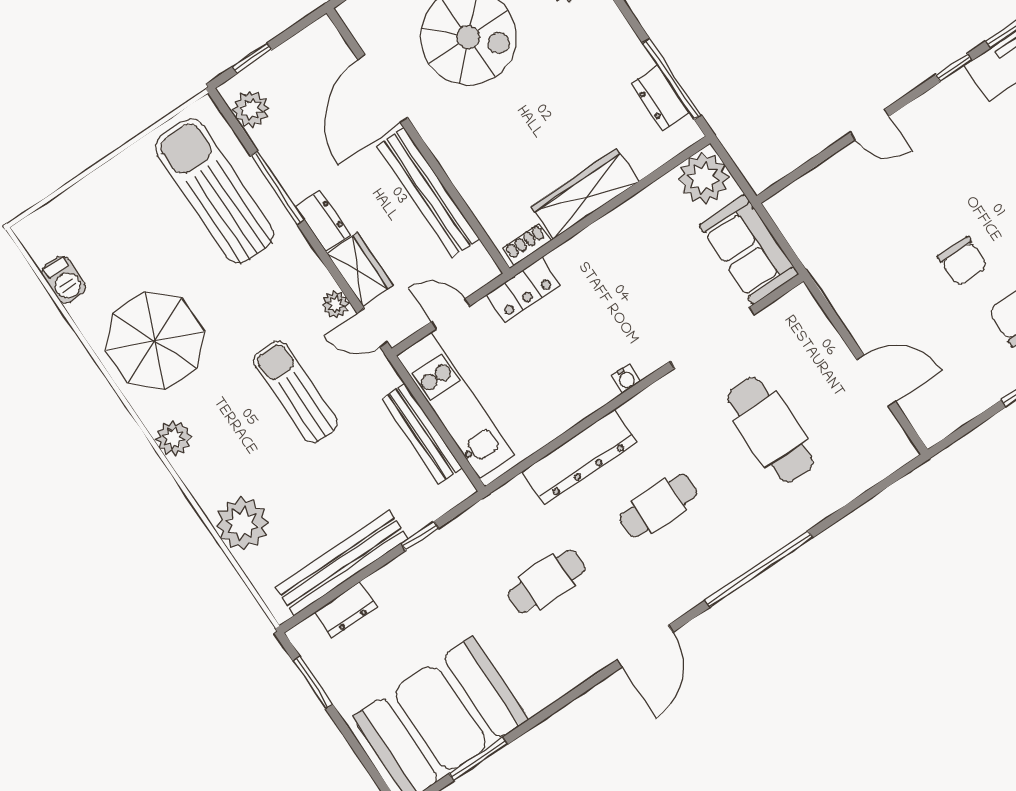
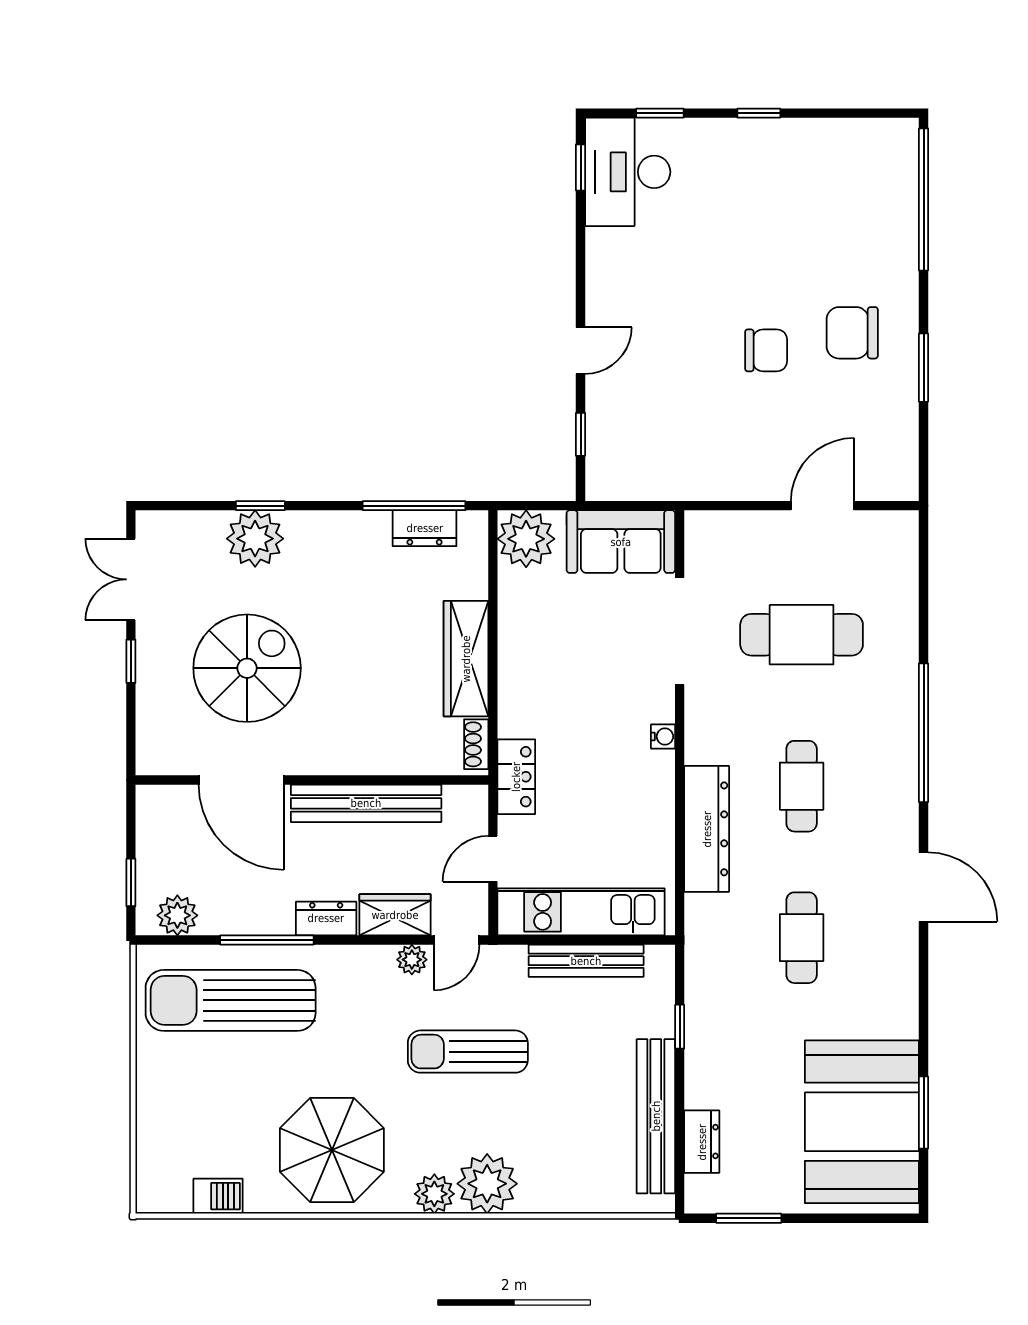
window: (954, 68) -> (581, 434), moved
plant: (242, 524) -> (487, 1184), moved

